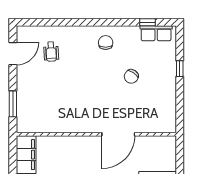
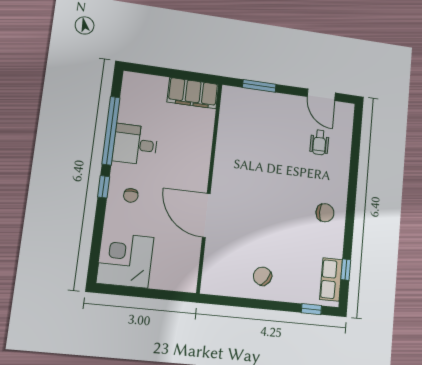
wheelchair: (51, 52) -> (319, 142), turned -87
window: (180, 69) -> (311, 309), moved
chair: (131, 76) -> (262, 276), moved

